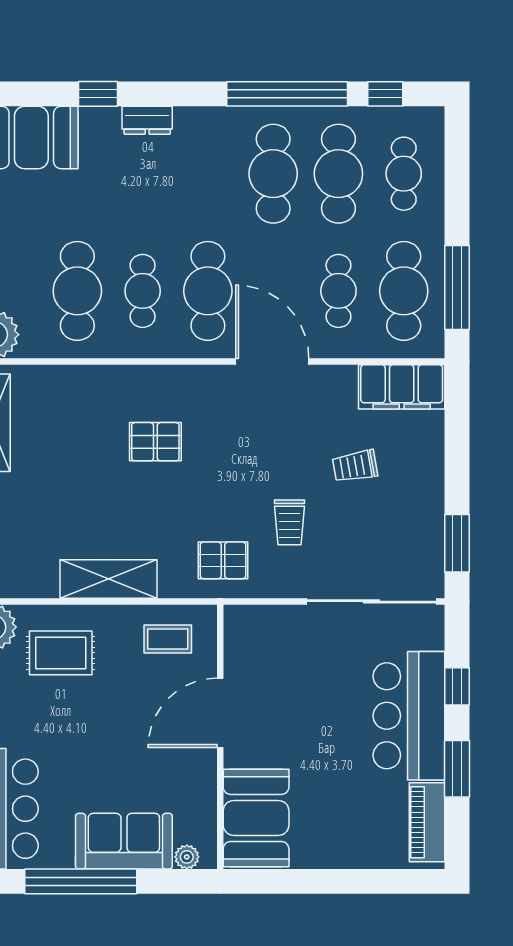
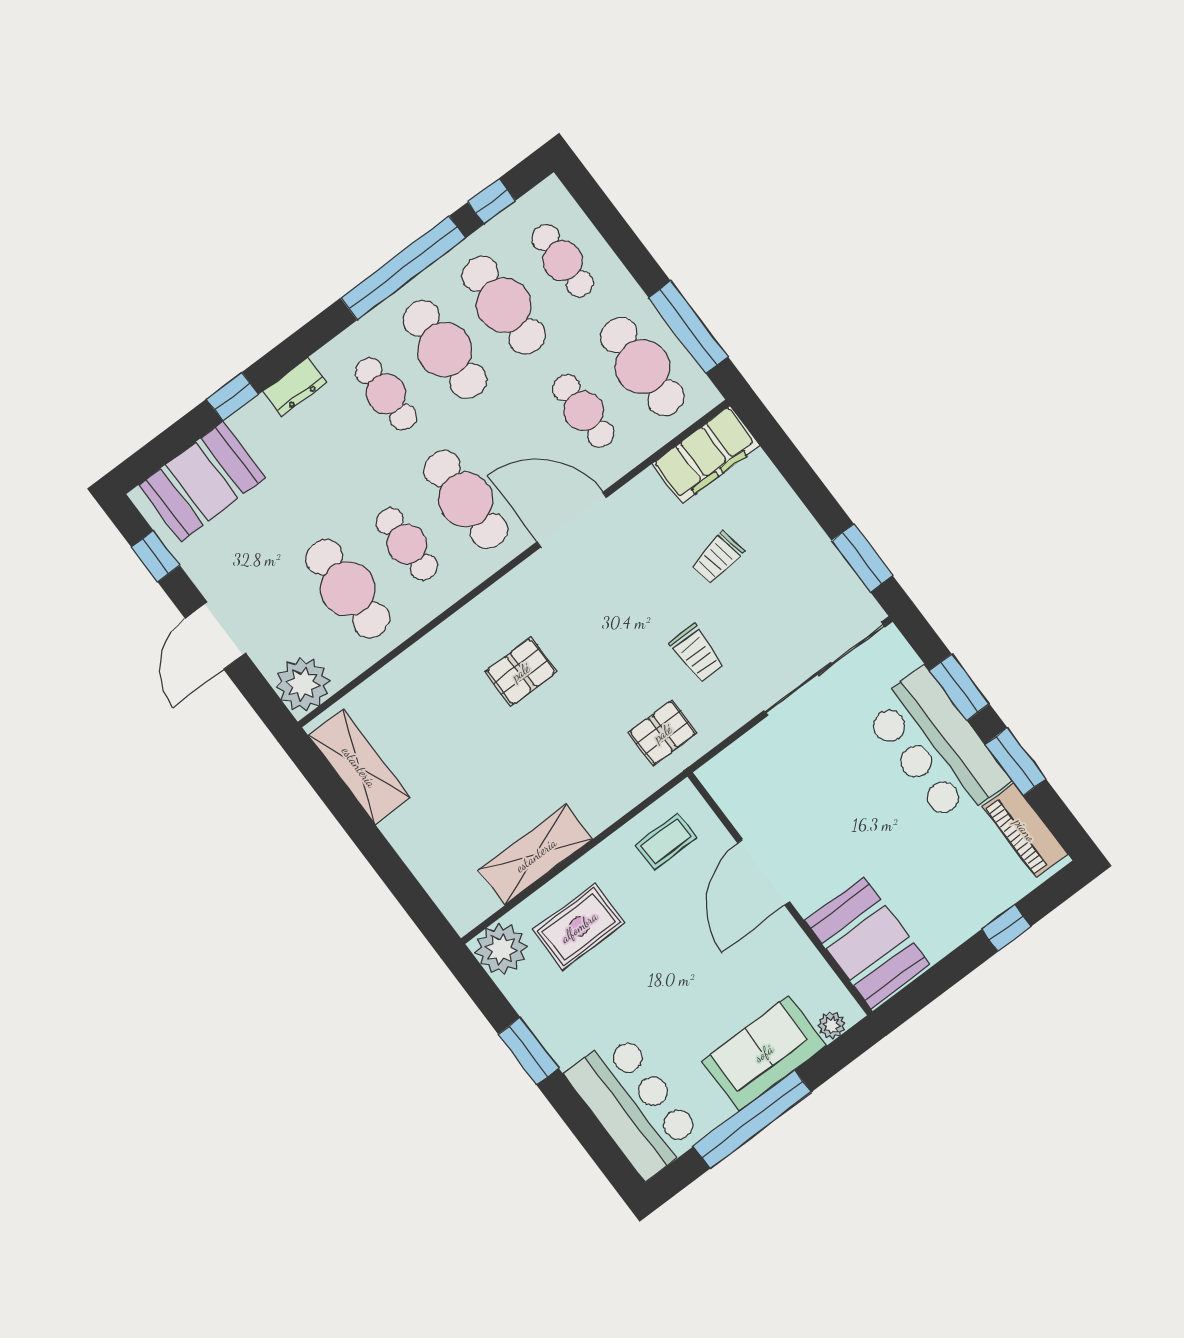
cafe table: (208, 174) -> (386, 394), added
shelving: (109, 579) -> (536, 855), moved
window: (457, 686) -> (959, 687), width x1.50
window: (362, 881) -> (1006, 928), added

